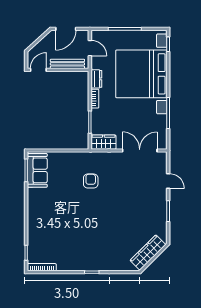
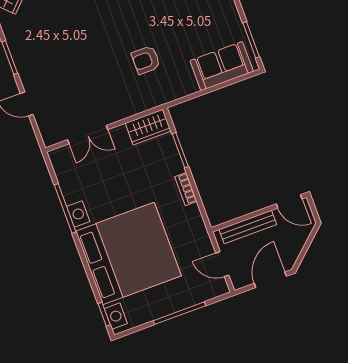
door: (38, 70) -> (289, 201), hinge flipped
dresser: (96, 79) -> (195, 220), removed
double door: (140, 151) -> (88, 135), width x0.73
sofa: (37, 170) -> (222, 66), moved, turned 90
armchair: (91, 181) -> (146, 60), turned 90

